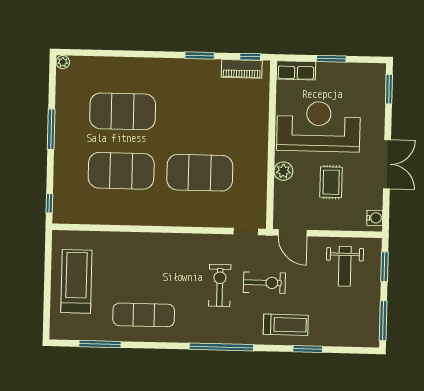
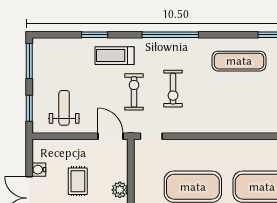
water cooler: (375, 218) -> (39, 170), moved
exercise bike: (264, 283) -> (134, 92), turned 90

